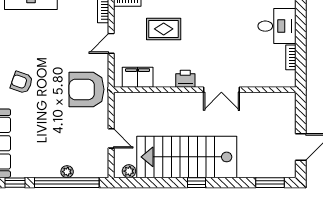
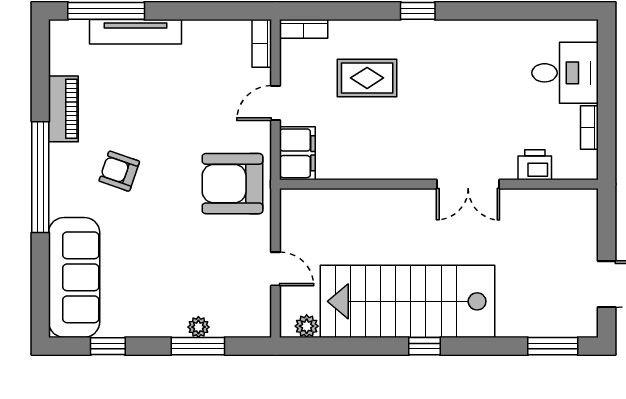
filing cabinet: (138, 77) -> (297, 153), moved, turned 90
printer: (185, 79) -> (535, 165), moved
window: (67, 183) -> (198, 346), width x0.47

